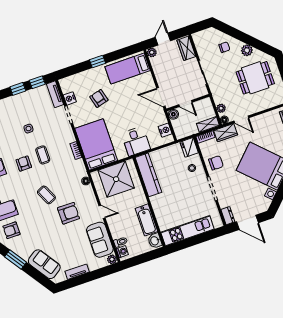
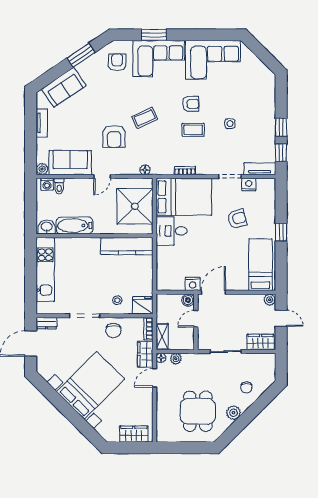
nightstand: (165, 130) -> (193, 284), moved
desk: (136, 141) -> (172, 231), moved

